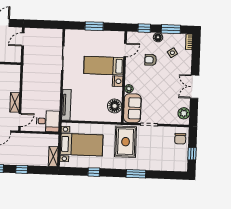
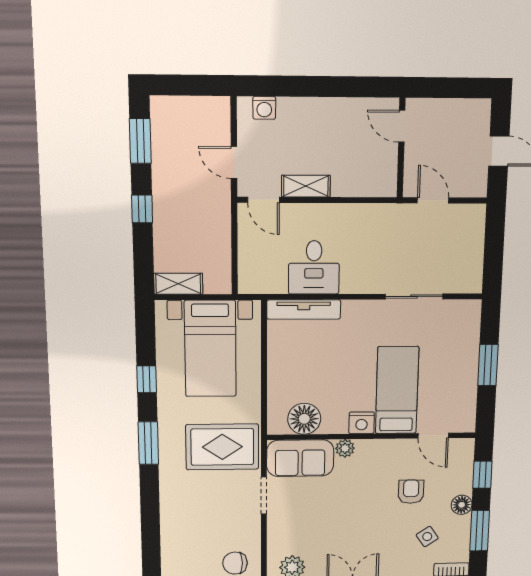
door: (23, 39) -> (433, 200), moved
desk: (48, 121) -> (314, 267), moved
window: (136, 174) -> (148, 443), moved

